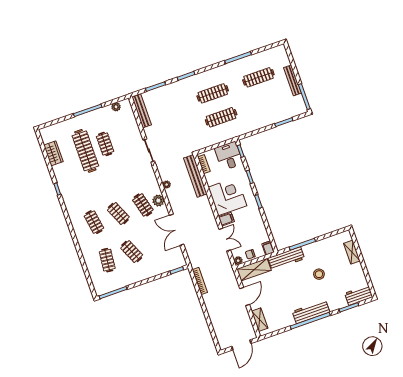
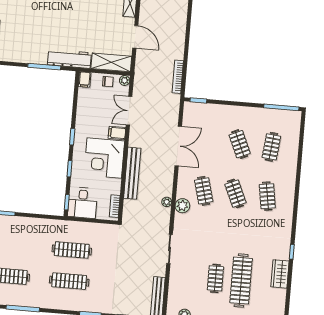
wardrobe: (53, 153) -> (280, 274), moved
bench: (195, 176) -> (132, 173), moved
plant: (158, 201) -> (182, 206), moved
stool: (319, 274) -> (41, 25), removed
door: (245, 296) -> (135, 37), swing flipped

